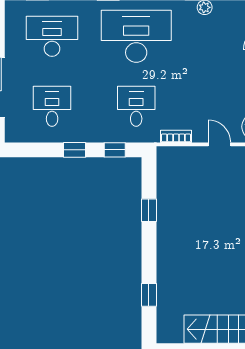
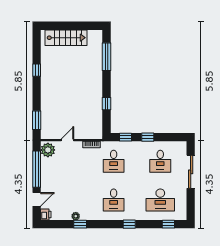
desk: (136, 36) -> (114, 200), width x0.53, depth x0.77
door: (219, 144) -> (67, 140), swing flipped
window: (149, 295) -> (107, 57), width x2.17

